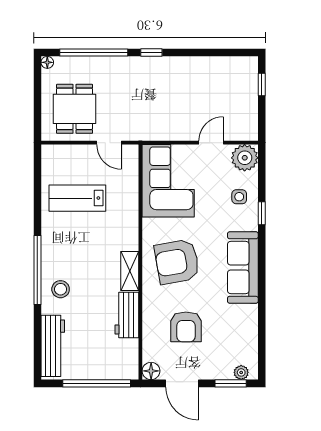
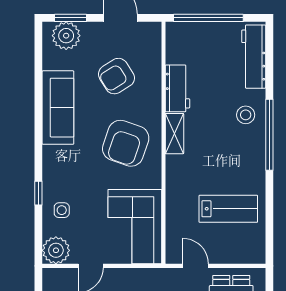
armchair: (177, 262) -> (126, 143), turned 119
sofa: (243, 268) -> (58, 108), moved
armchair: (186, 327) -> (116, 76), turned -122
floor lamp: (151, 371) -> (152, 31), removed
plant: (241, 372) -> (66, 36), width x1.88, depth x1.88

